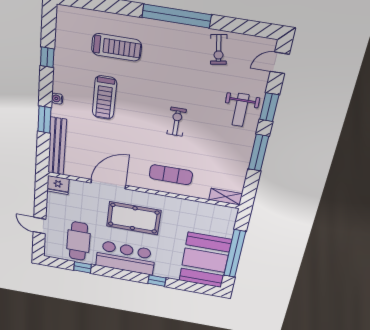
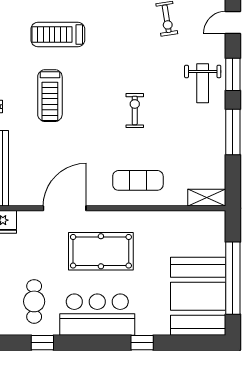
treadmill: (116, 47) -> (58, 34), turned 180
cafe table: (78, 241) -> (34, 301), width x0.73, depth x0.74

